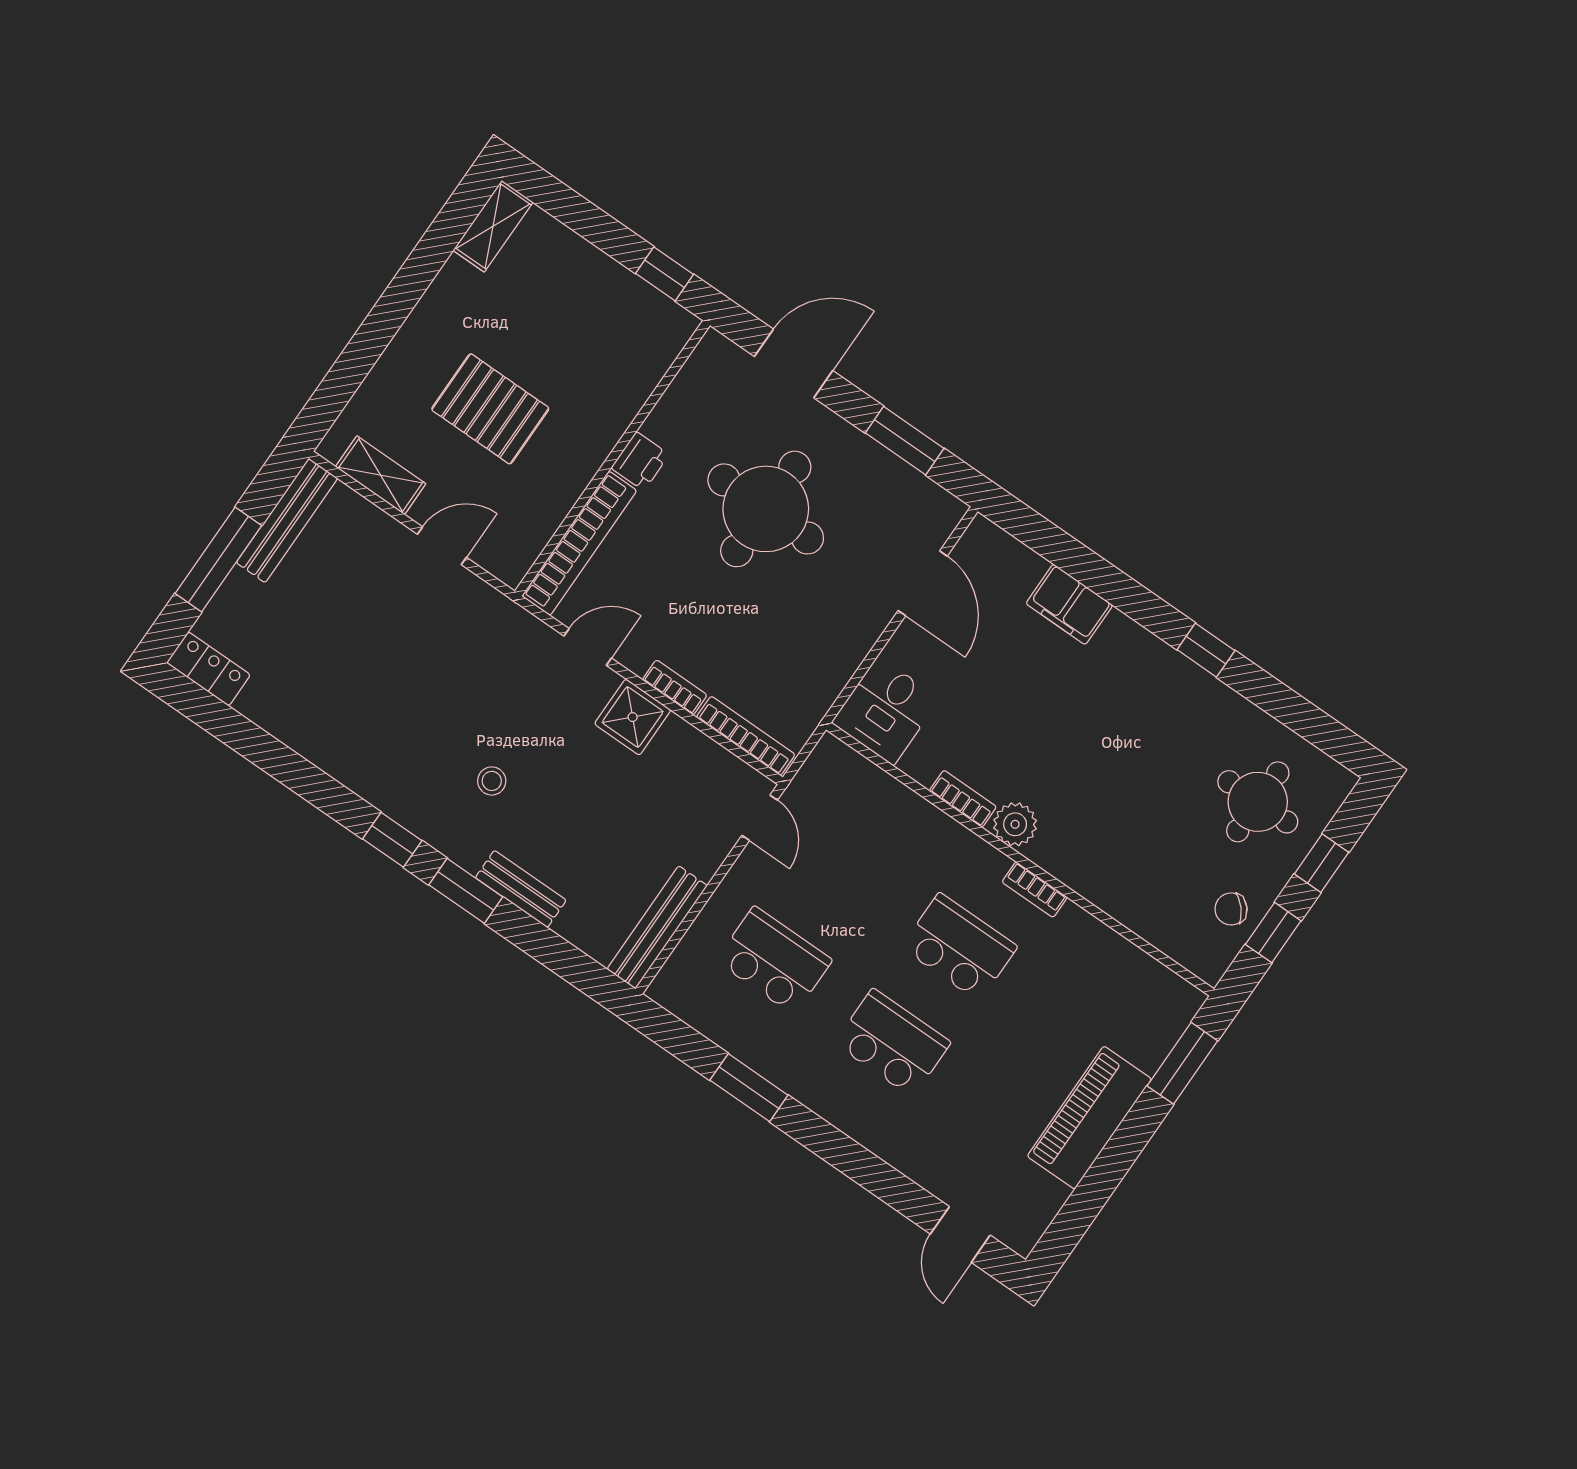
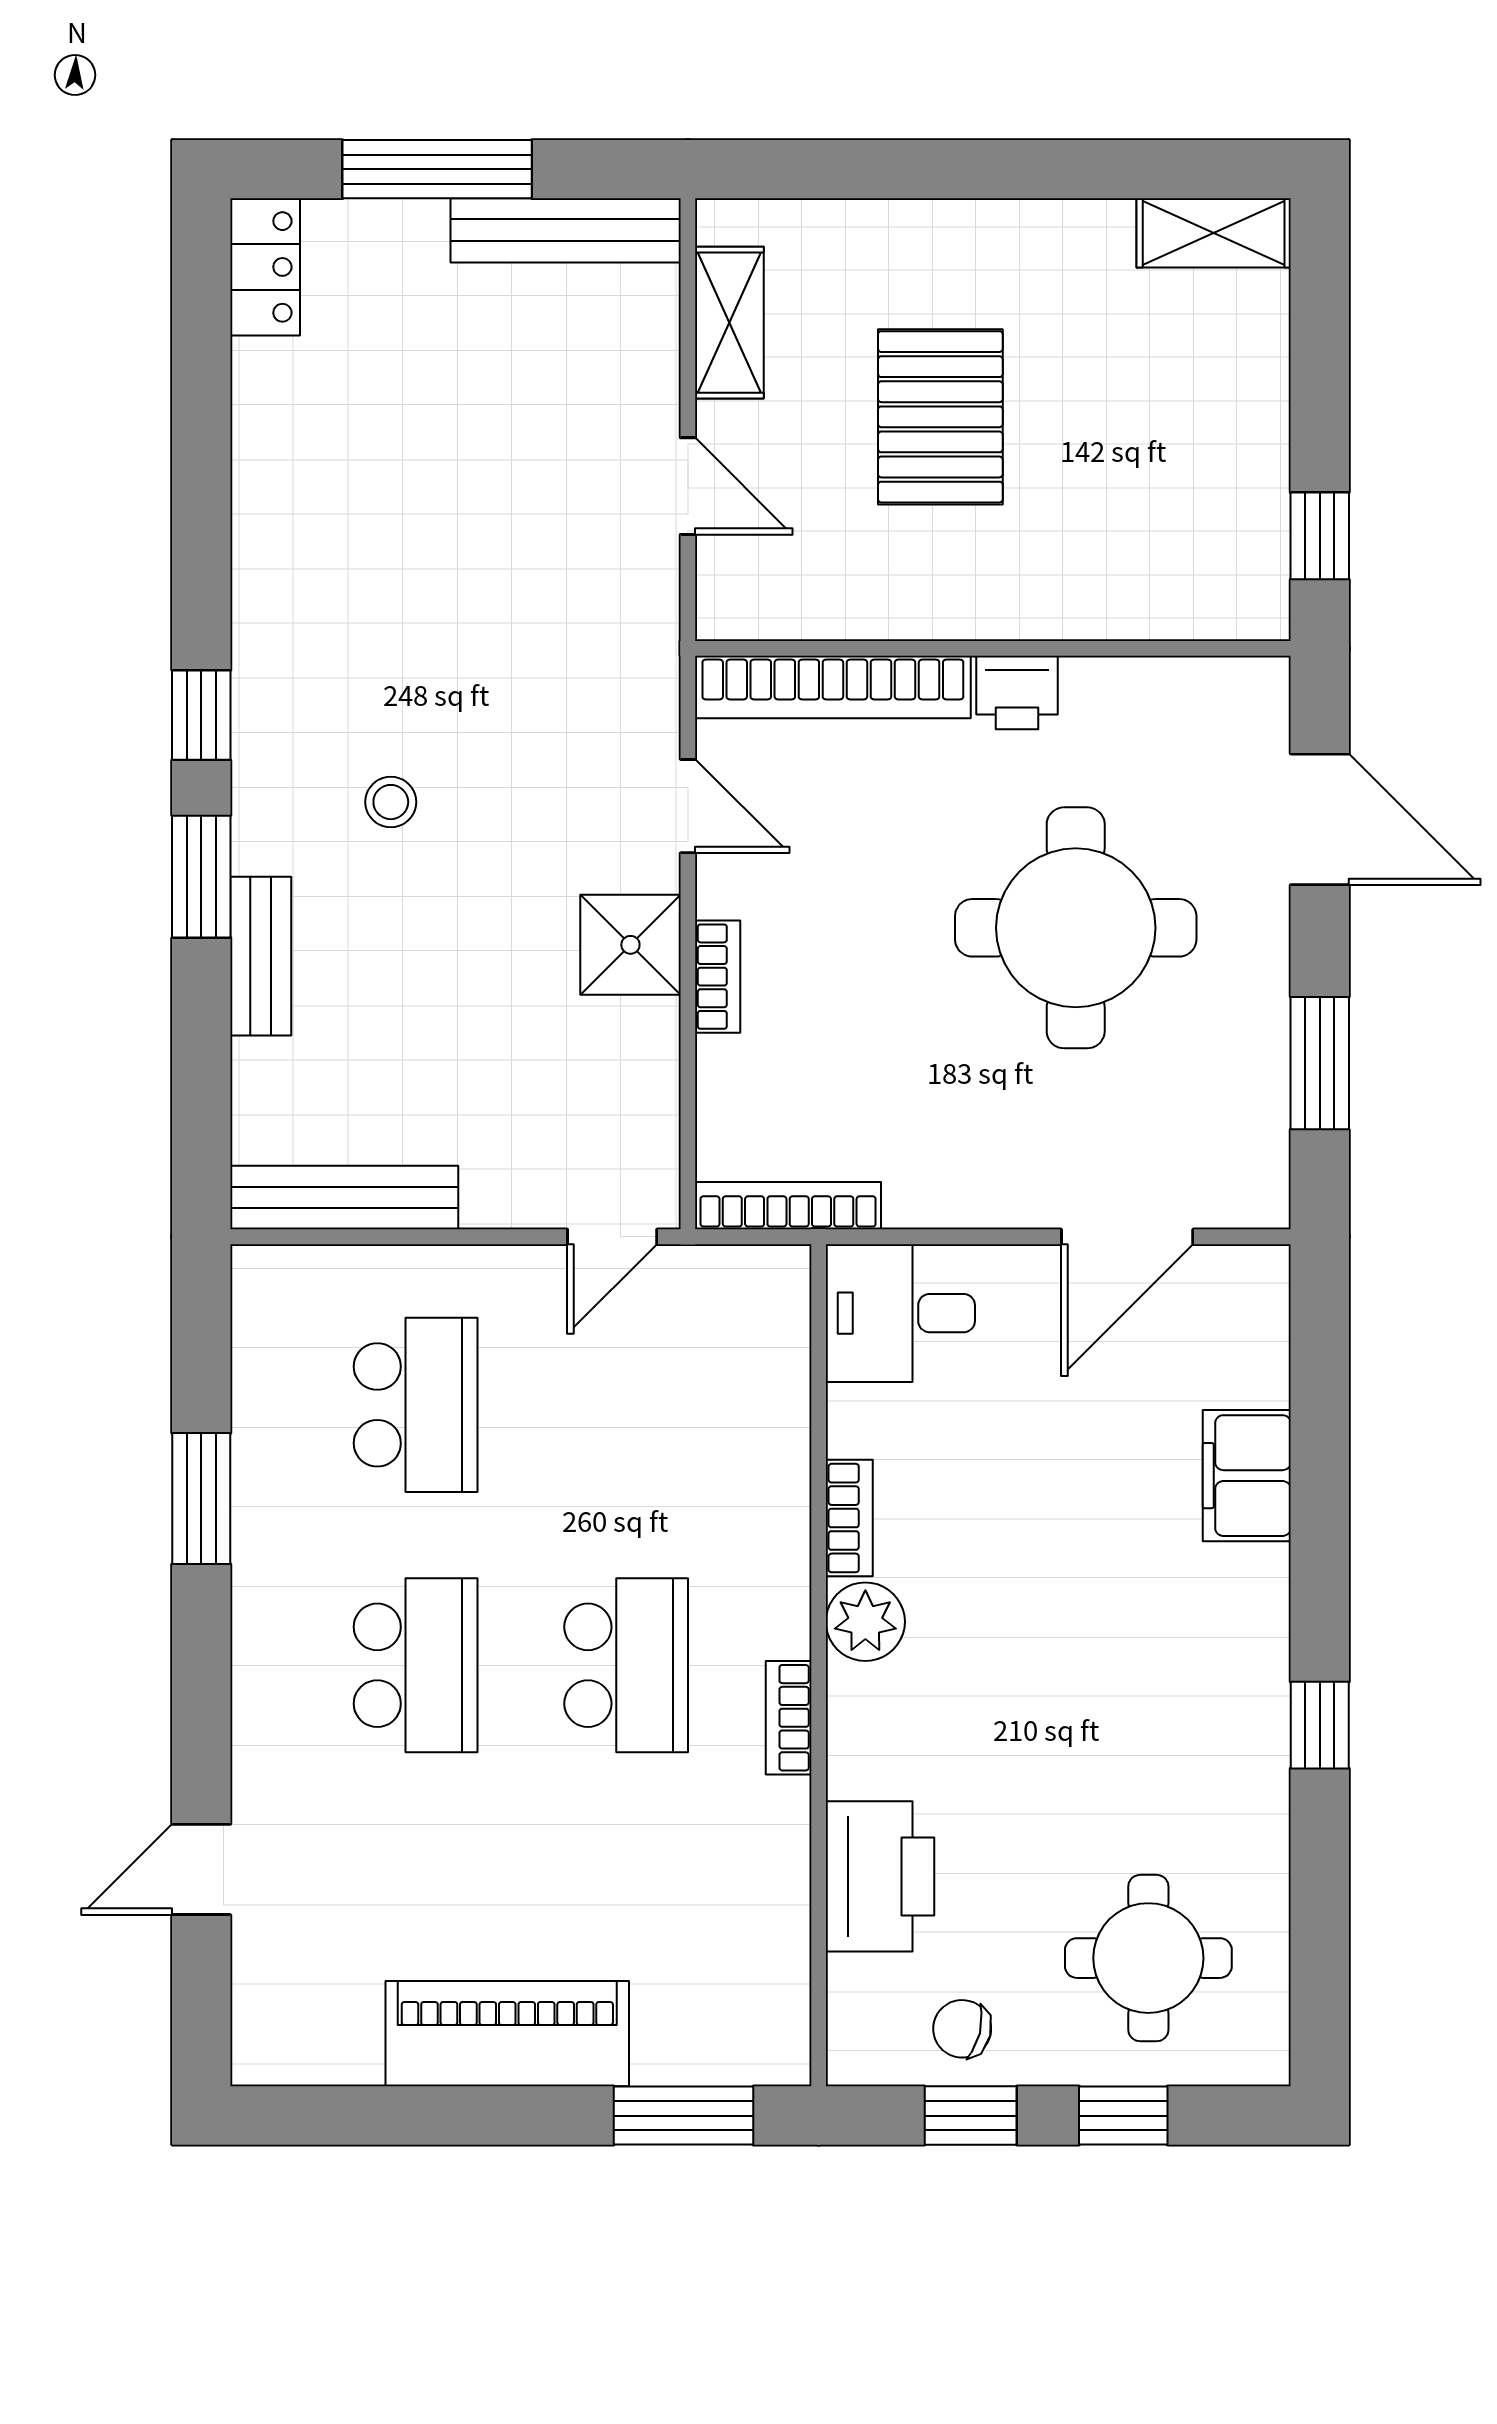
bookcase: (746, 736) -> (788, 1206), moved, turned -90
printer: (1136, 898) -> (880, 1876), added
chair: (1231, 909) -> (962, 2029), turned -35
door: (960, 1235) -> (201, 1869), moved

